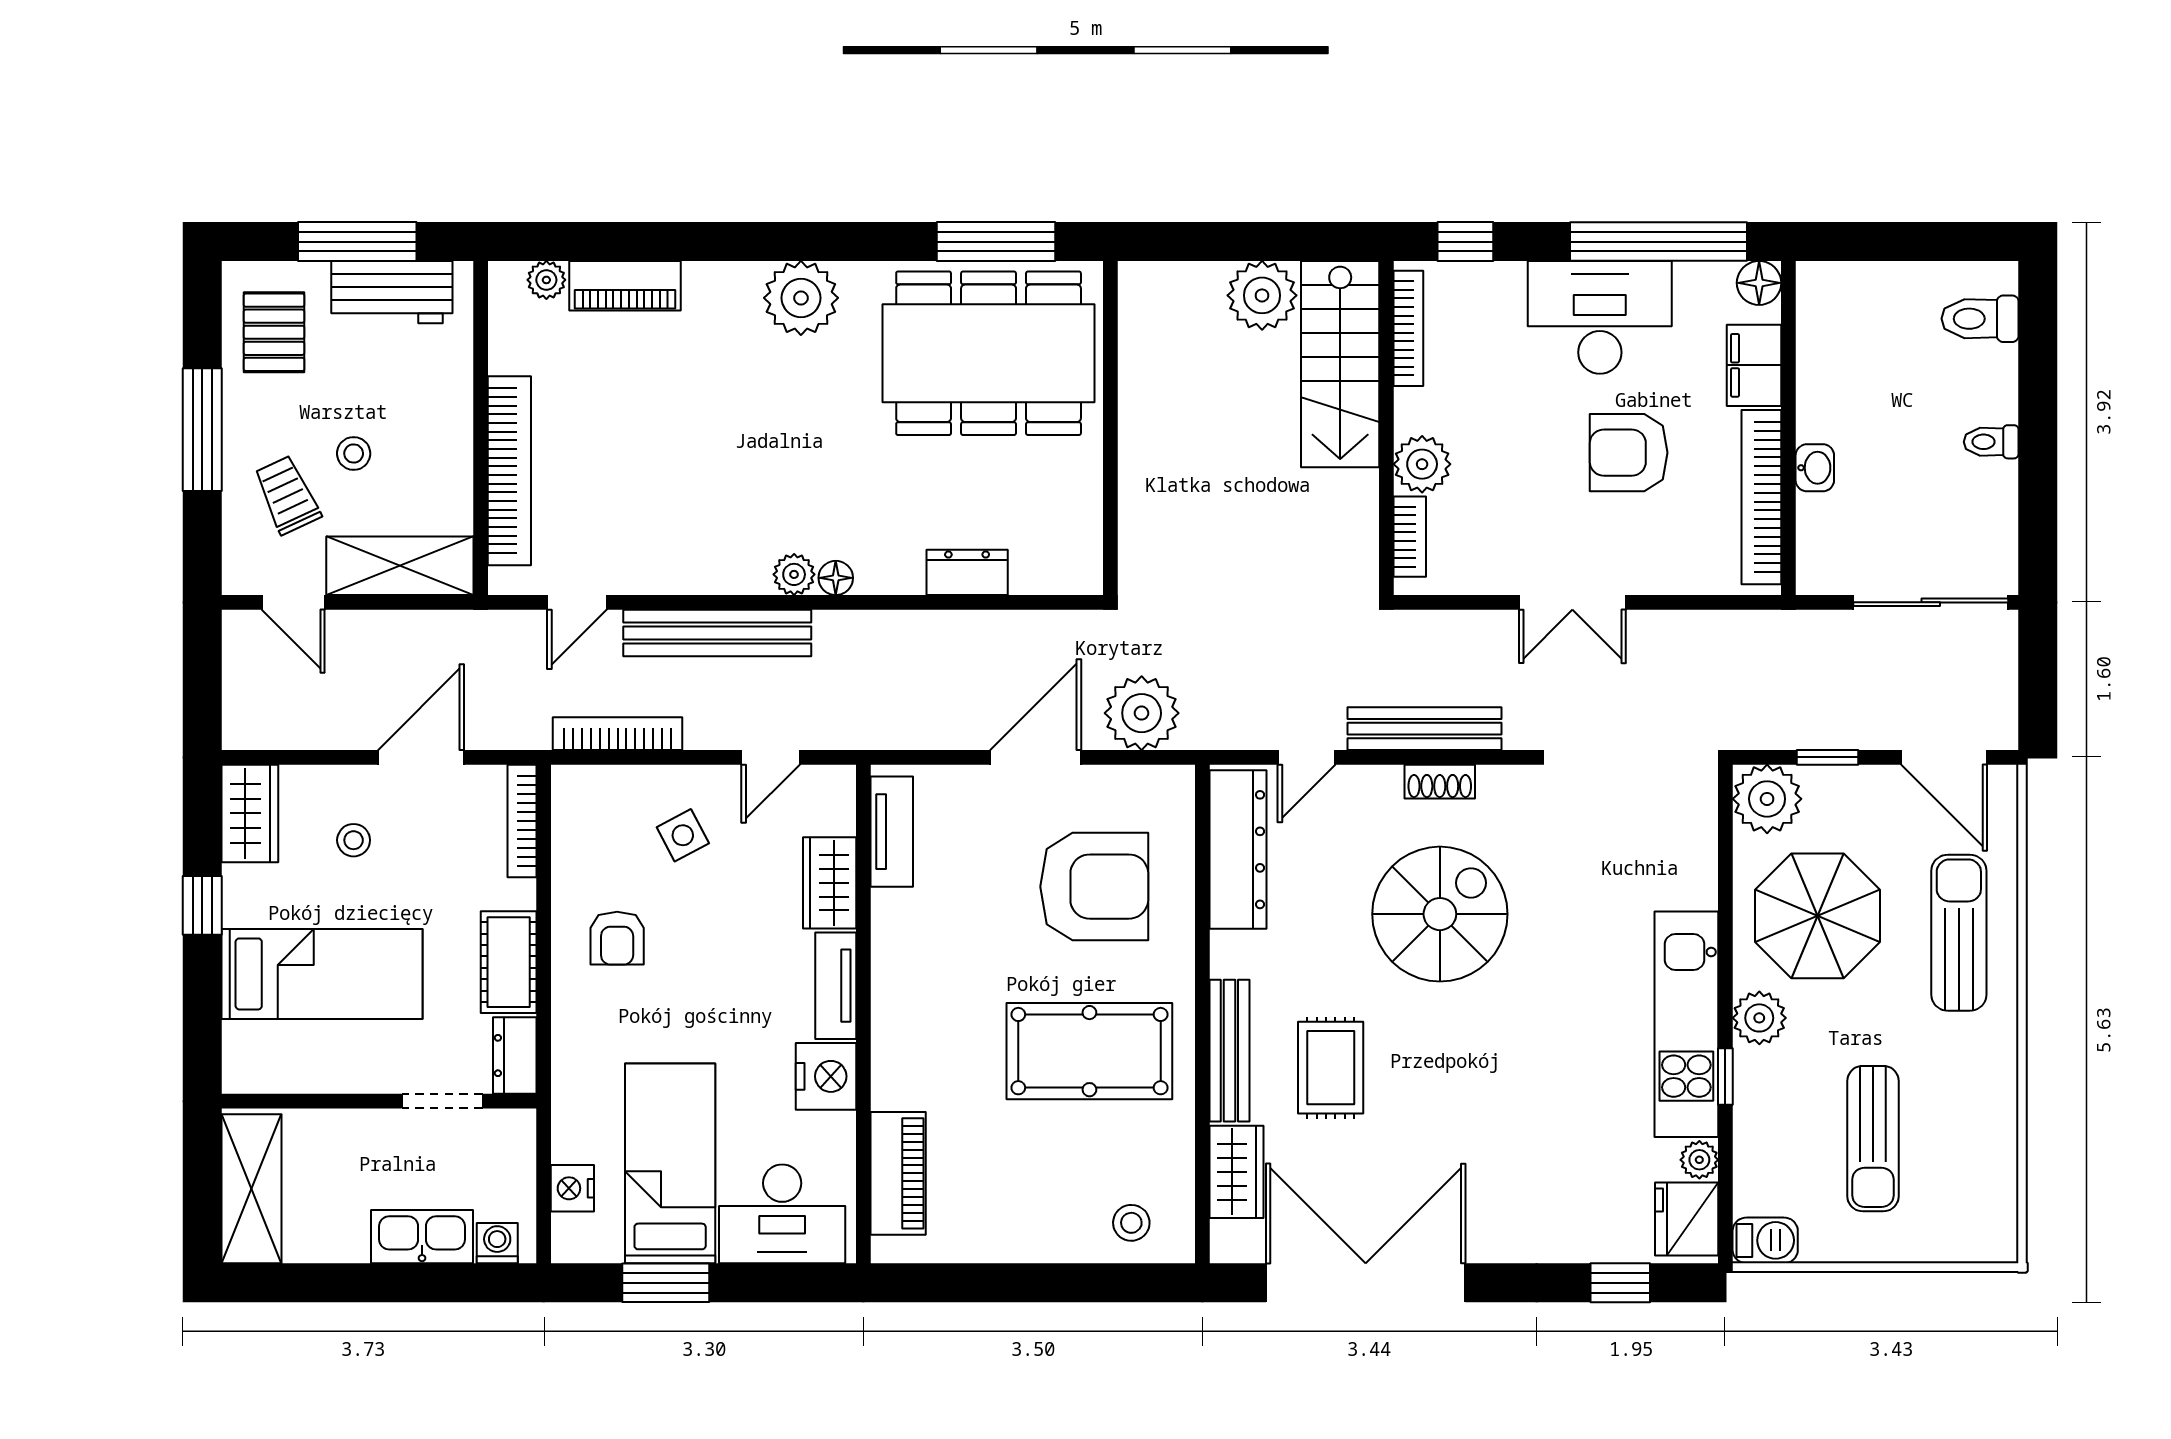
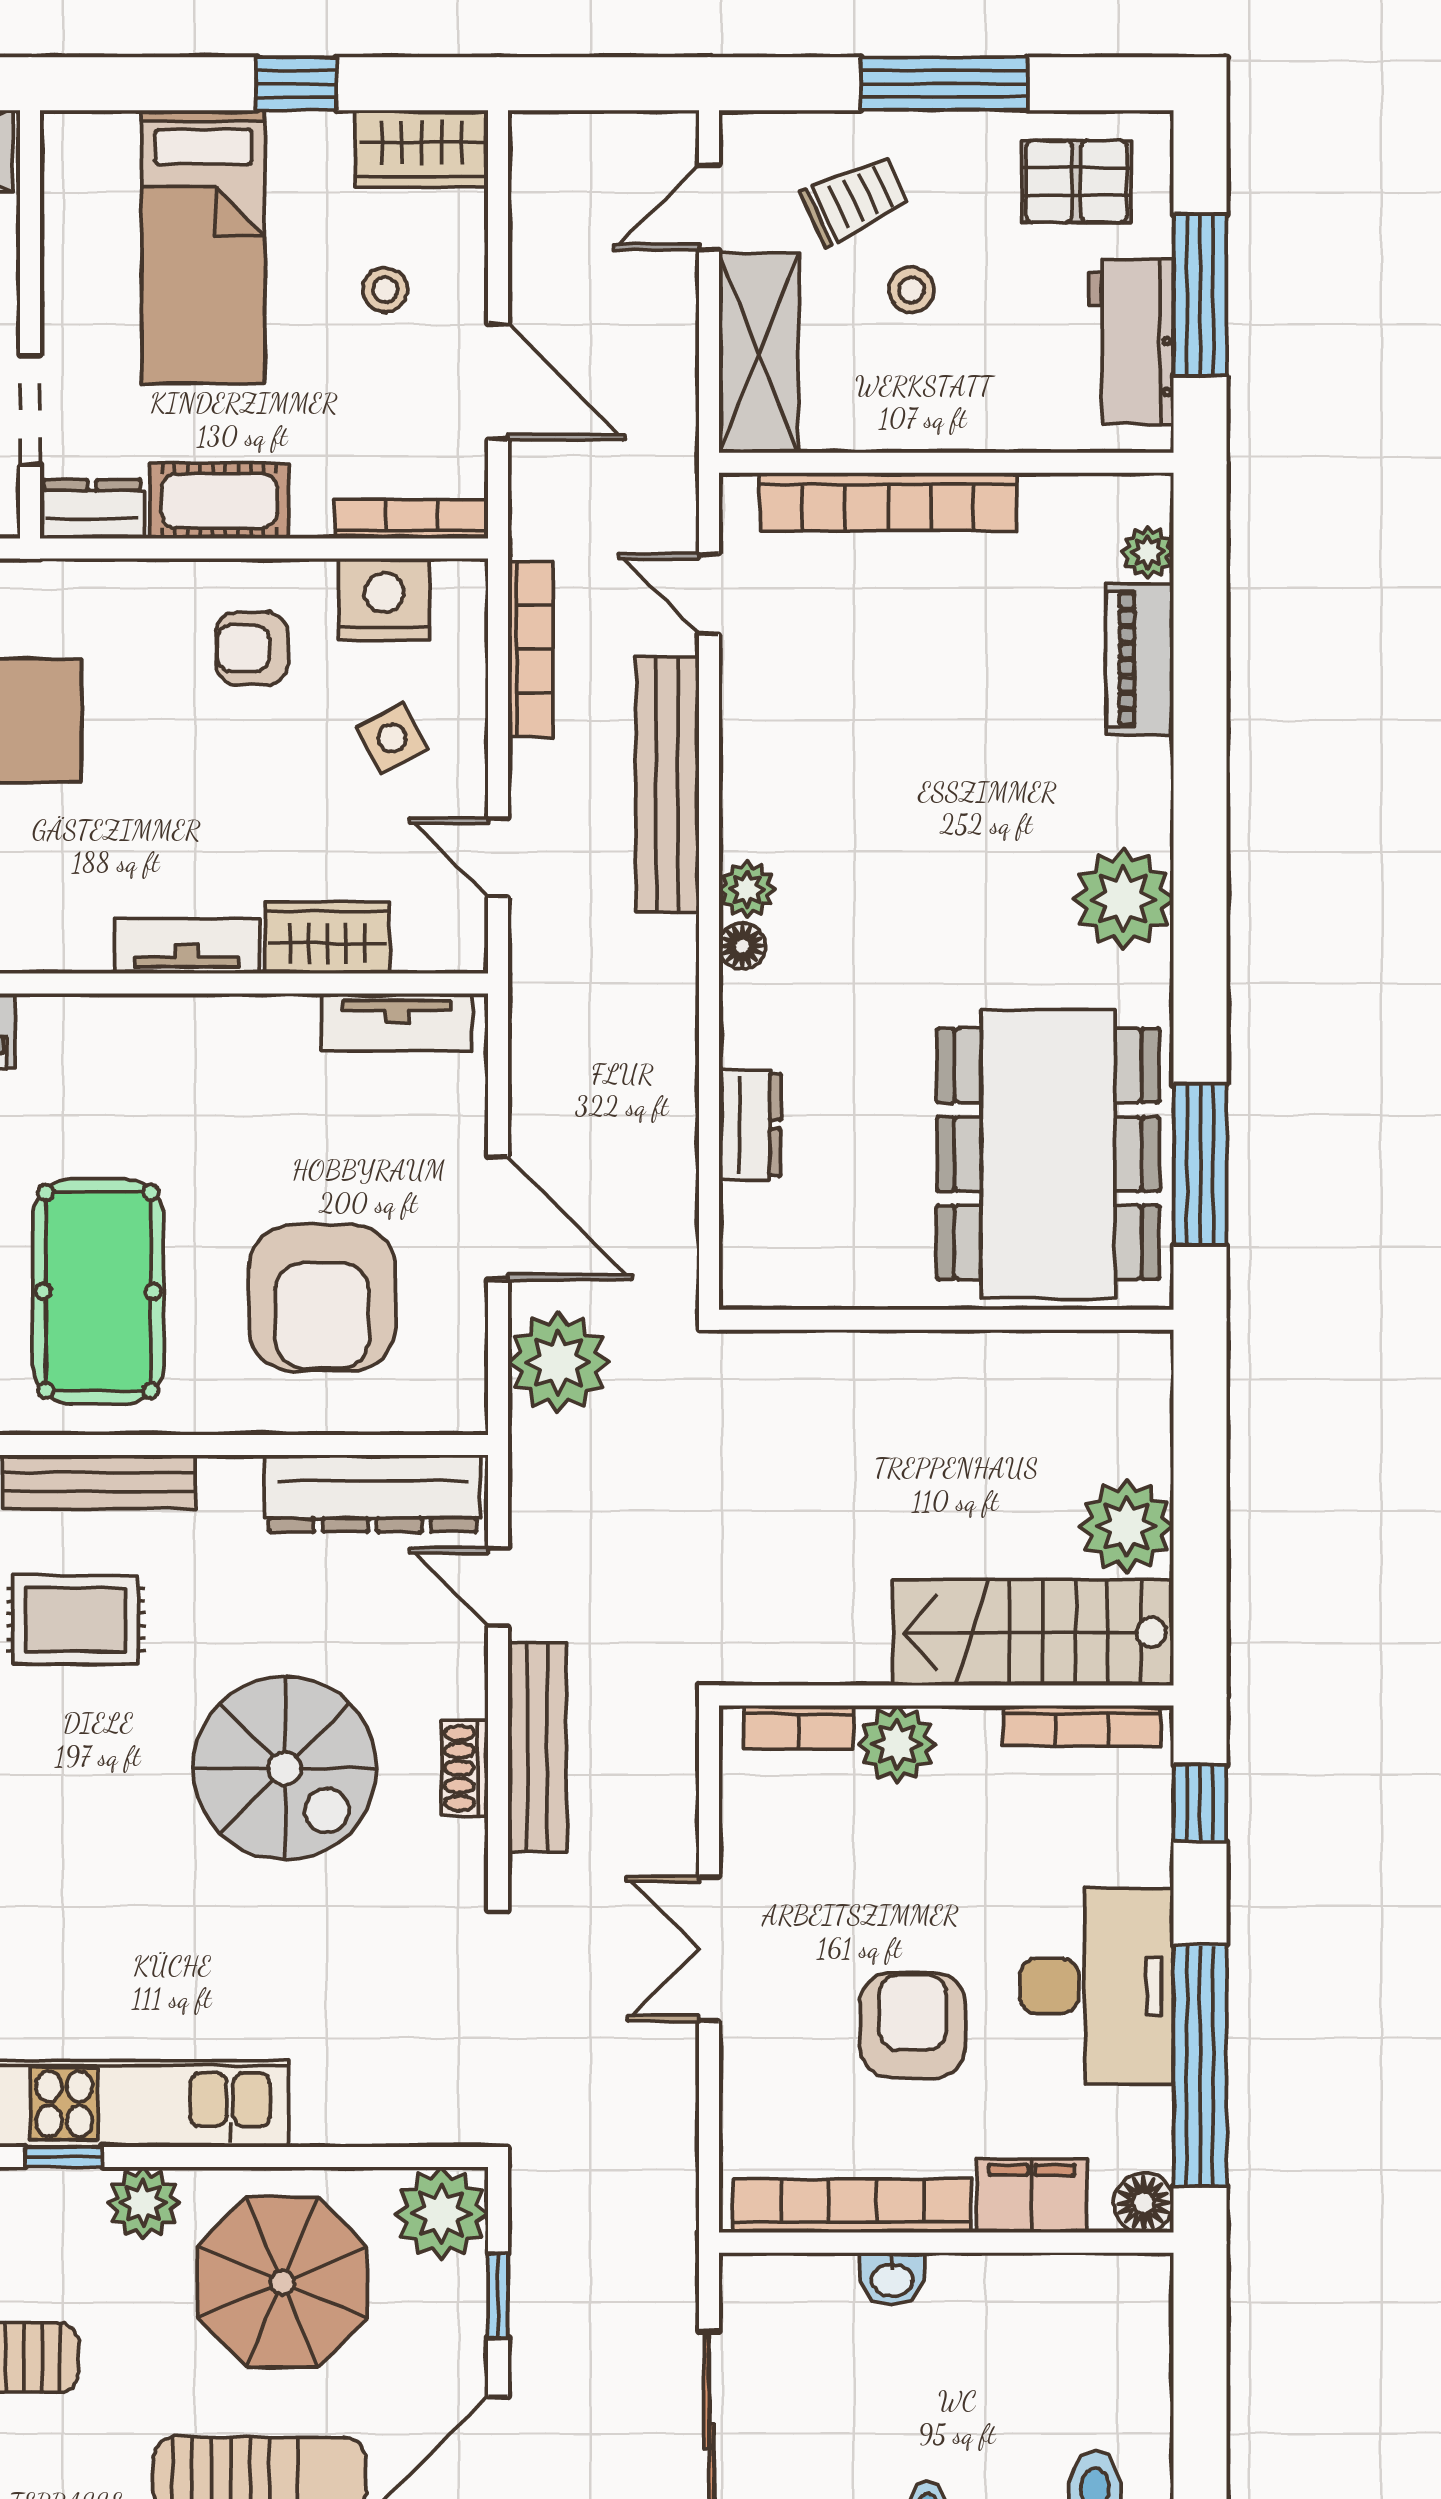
nightstand: (826, 1076) -> (384, 599), moved, turned 180

